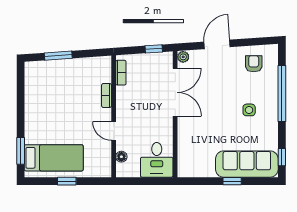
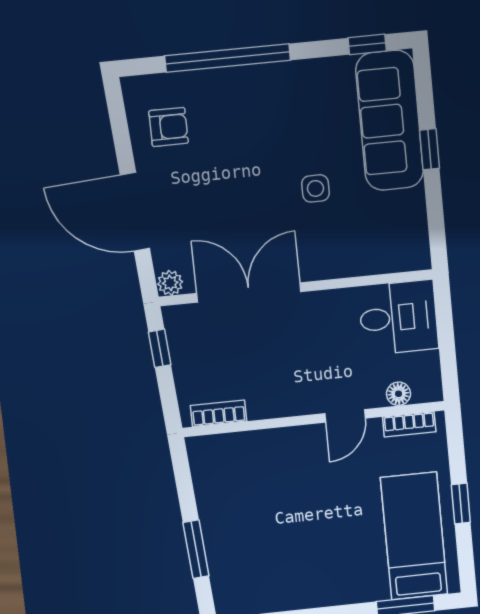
door: (217, 44) -> (135, 212), width x1.36
armchair: (254, 64) -> (169, 127), turned 180
bookcase: (107, 95) -> (409, 424), moved
side table: (249, 110) -> (315, 188), moved

